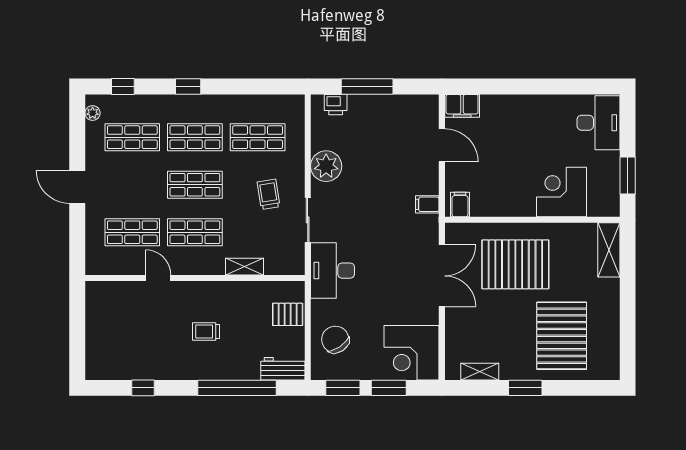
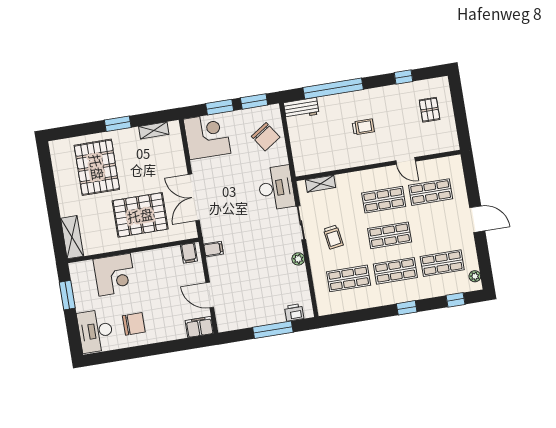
chair: (547, 124) -> (134, 324), added
plant: (326, 166) -> (298, 259), width x0.53, depth x0.53
shelving: (245, 267) -> (321, 184), moved
pallet: (288, 314) -> (430, 110), moved, turned 90

